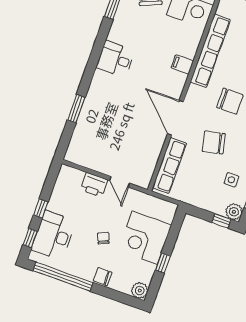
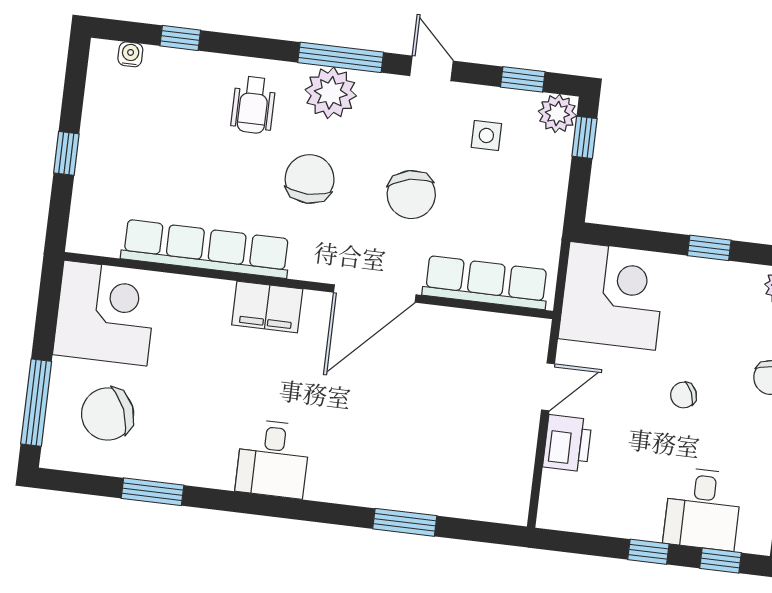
filing cabinet: (182, 64) -> (267, 307), width x2.00
desk: (54, 235) -> (703, 509), width x0.73
corner desk: (145, 238) -> (613, 296), moved, turned -90

